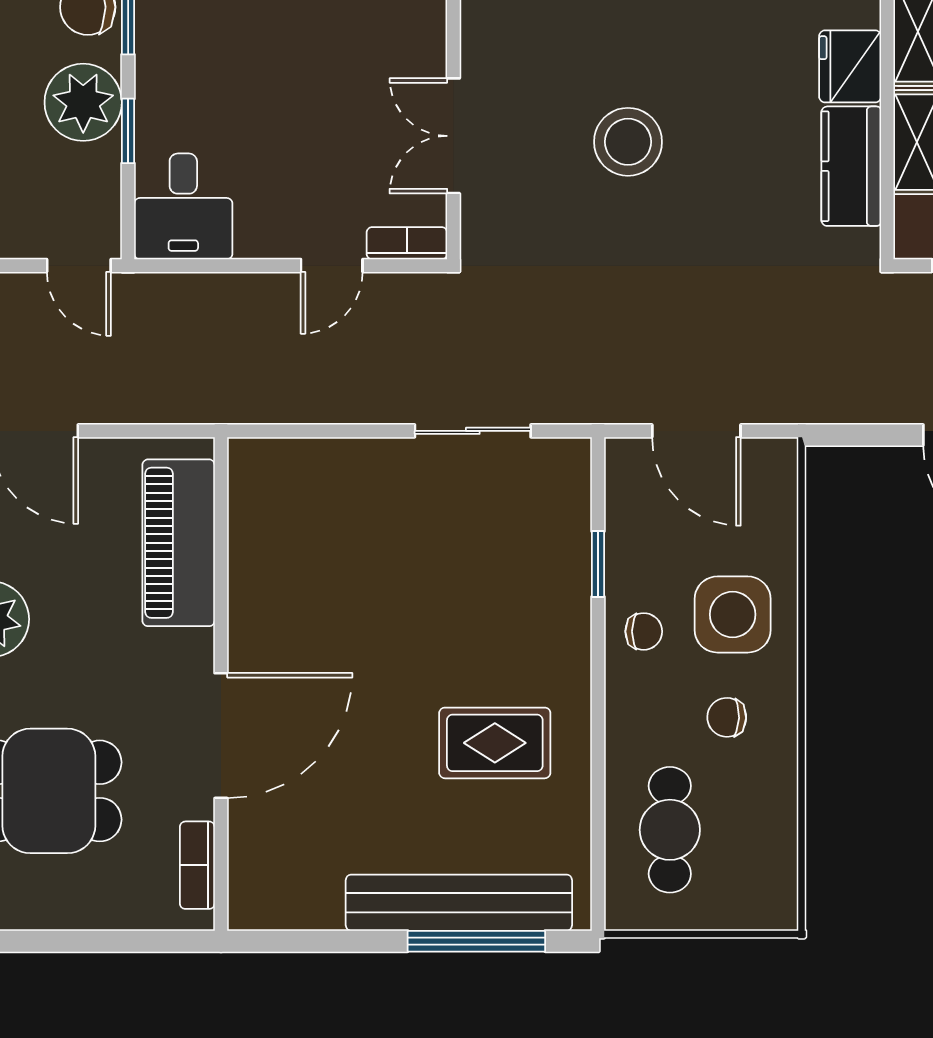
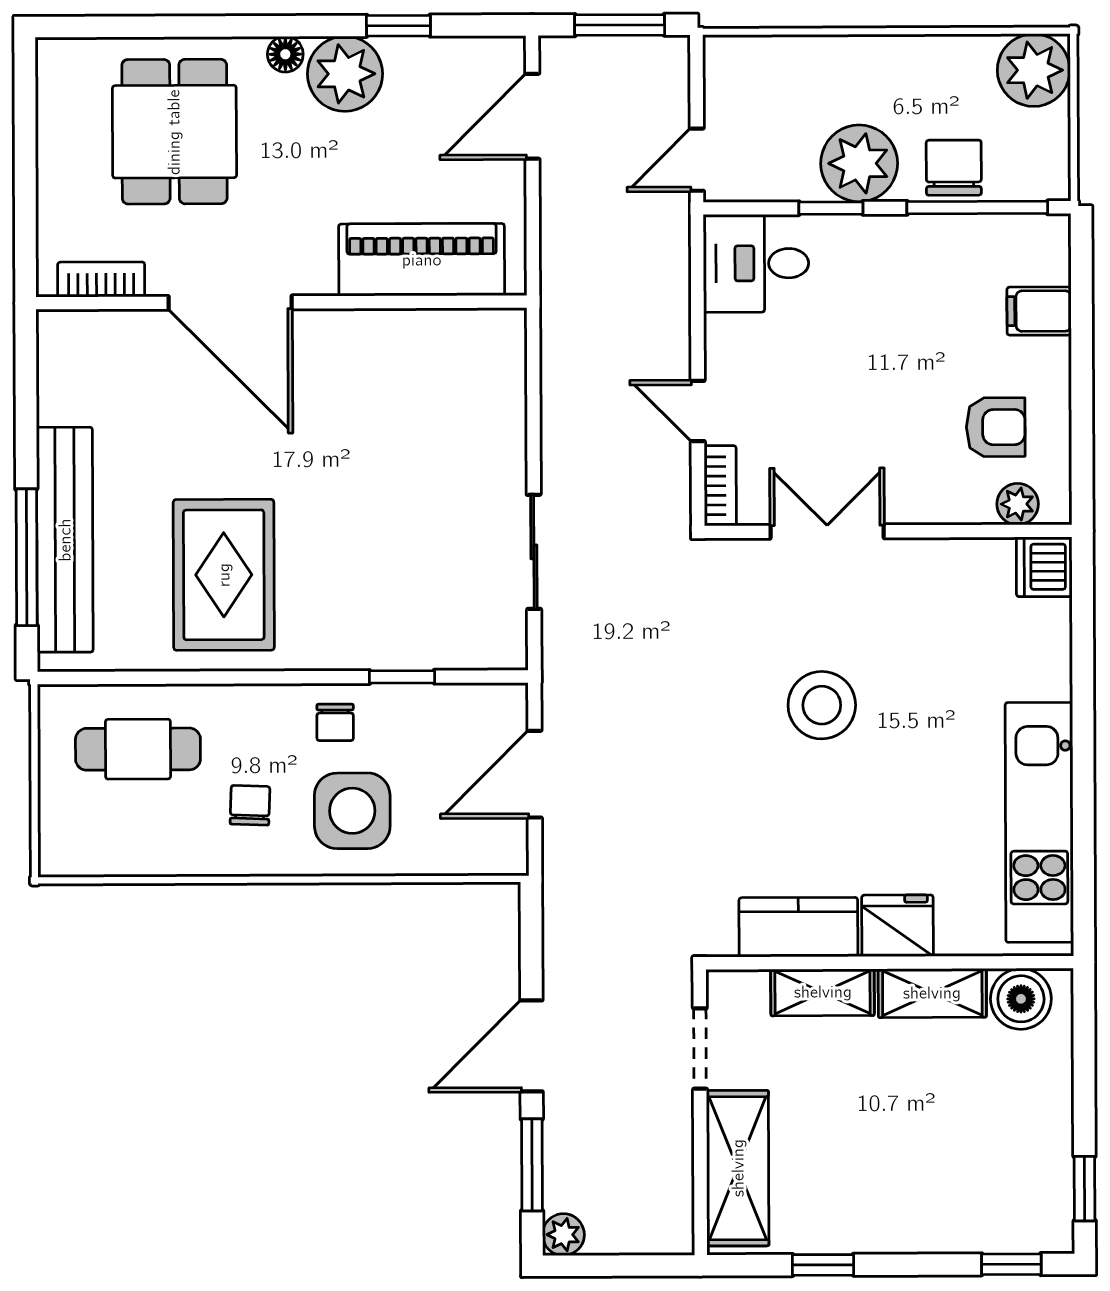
rug: (495, 743) -> (224, 575), width x1.36, depth x1.43

